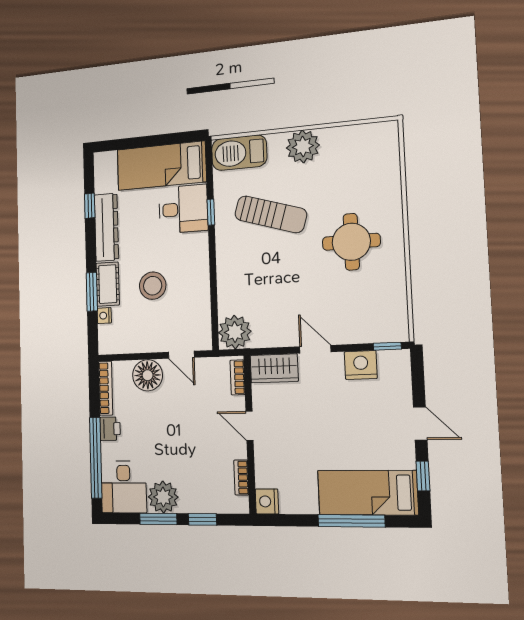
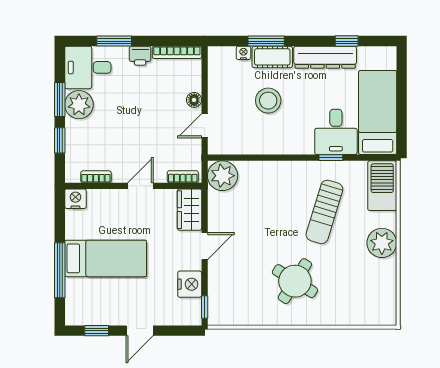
round table: (351, 242) -> (295, 281), turned 32
floor lamp: (148, 375) -> (194, 100), width x0.53, depth x0.53
window: (96, 458) -> (114, 41), width x0.47
bed: (367, 493) -> (106, 258), moved, turned 90

